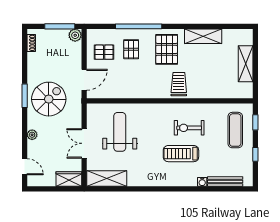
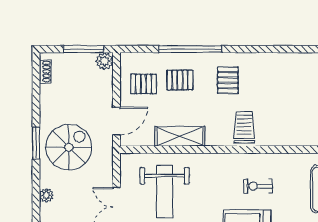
shelving: (203, 36) -> (180, 136), moved
pallet: (131, 49) -> (180, 80), turned 90
pallet: (167, 49) -> (228, 80), width x0.67, depth x0.71
exercise bike: (189, 128) -> (258, 186), width x0.73, depth x0.72
weight bench: (120, 132) -> (165, 192), turned 180

